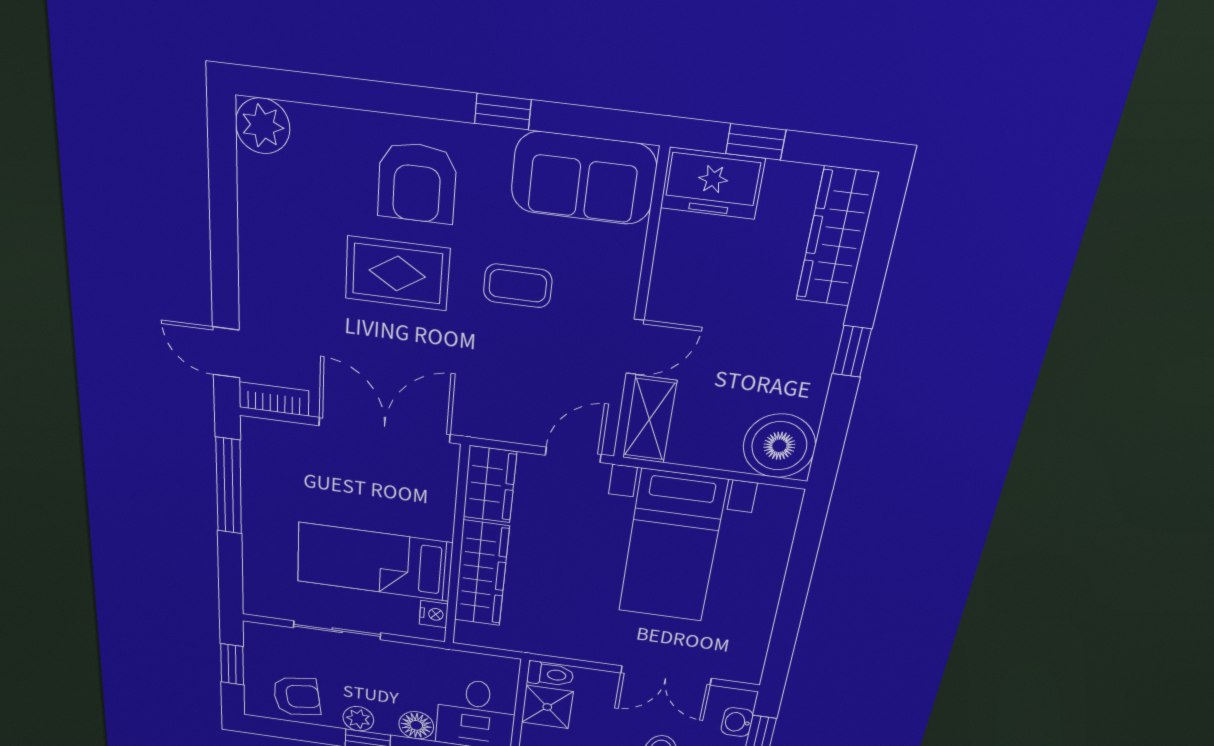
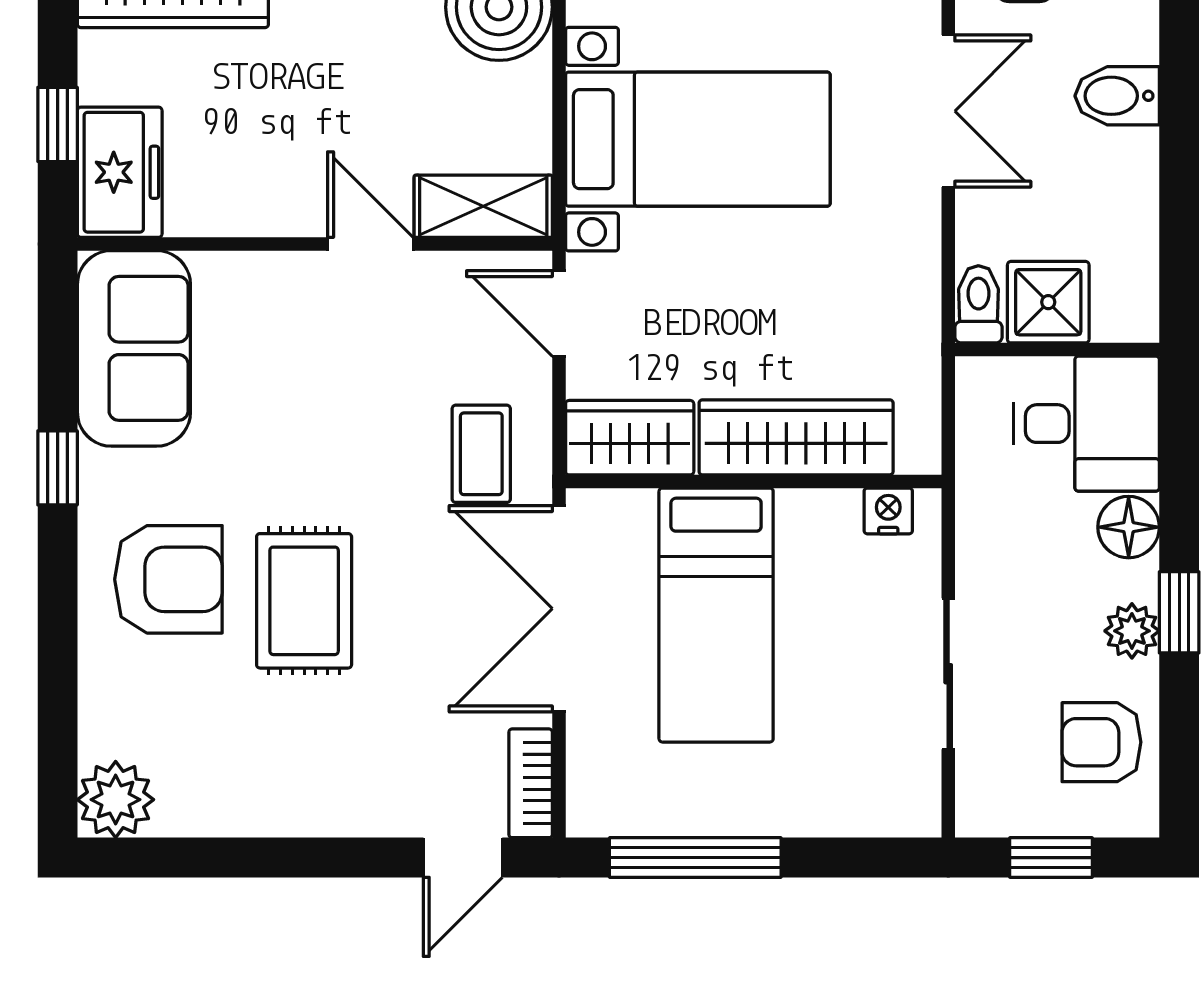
coffee table: (518, 286) -> (481, 454), moved
bed: (374, 562) -> (716, 615), moved
armchair: (297, 696) -> (1101, 742), turned -82

